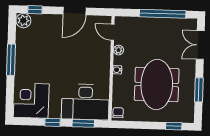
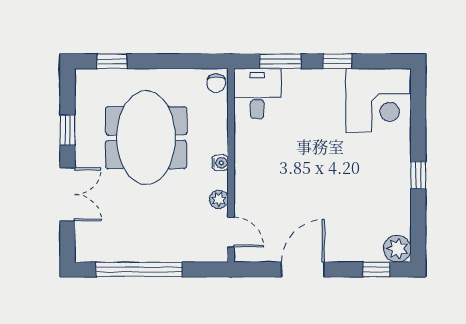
double door: (200, 45) -> (67, 194), moved
window: (11, 60) -> (418, 175), width x0.46
window: (199, 90) -> (67, 130), width x0.67
desk: (85, 102) -> (257, 94), width x0.53, depth x0.77

